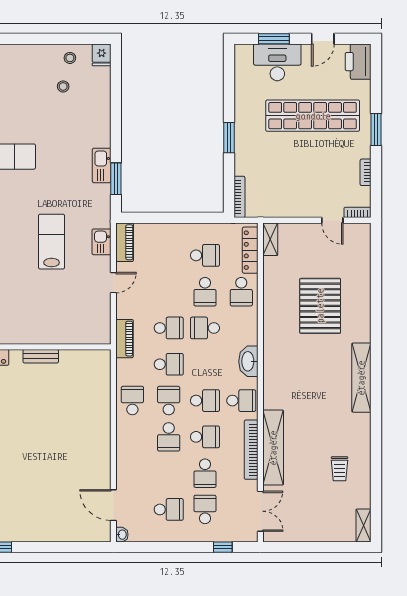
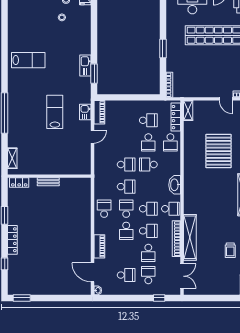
piano: (125, 339) -> (99, 246), moved

